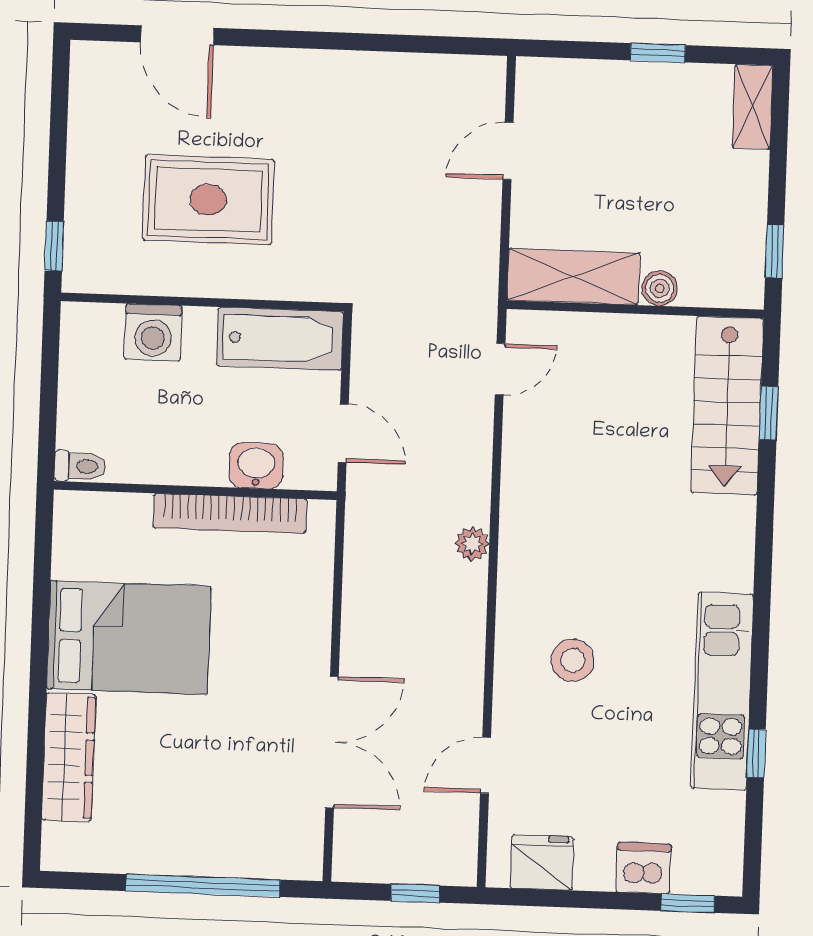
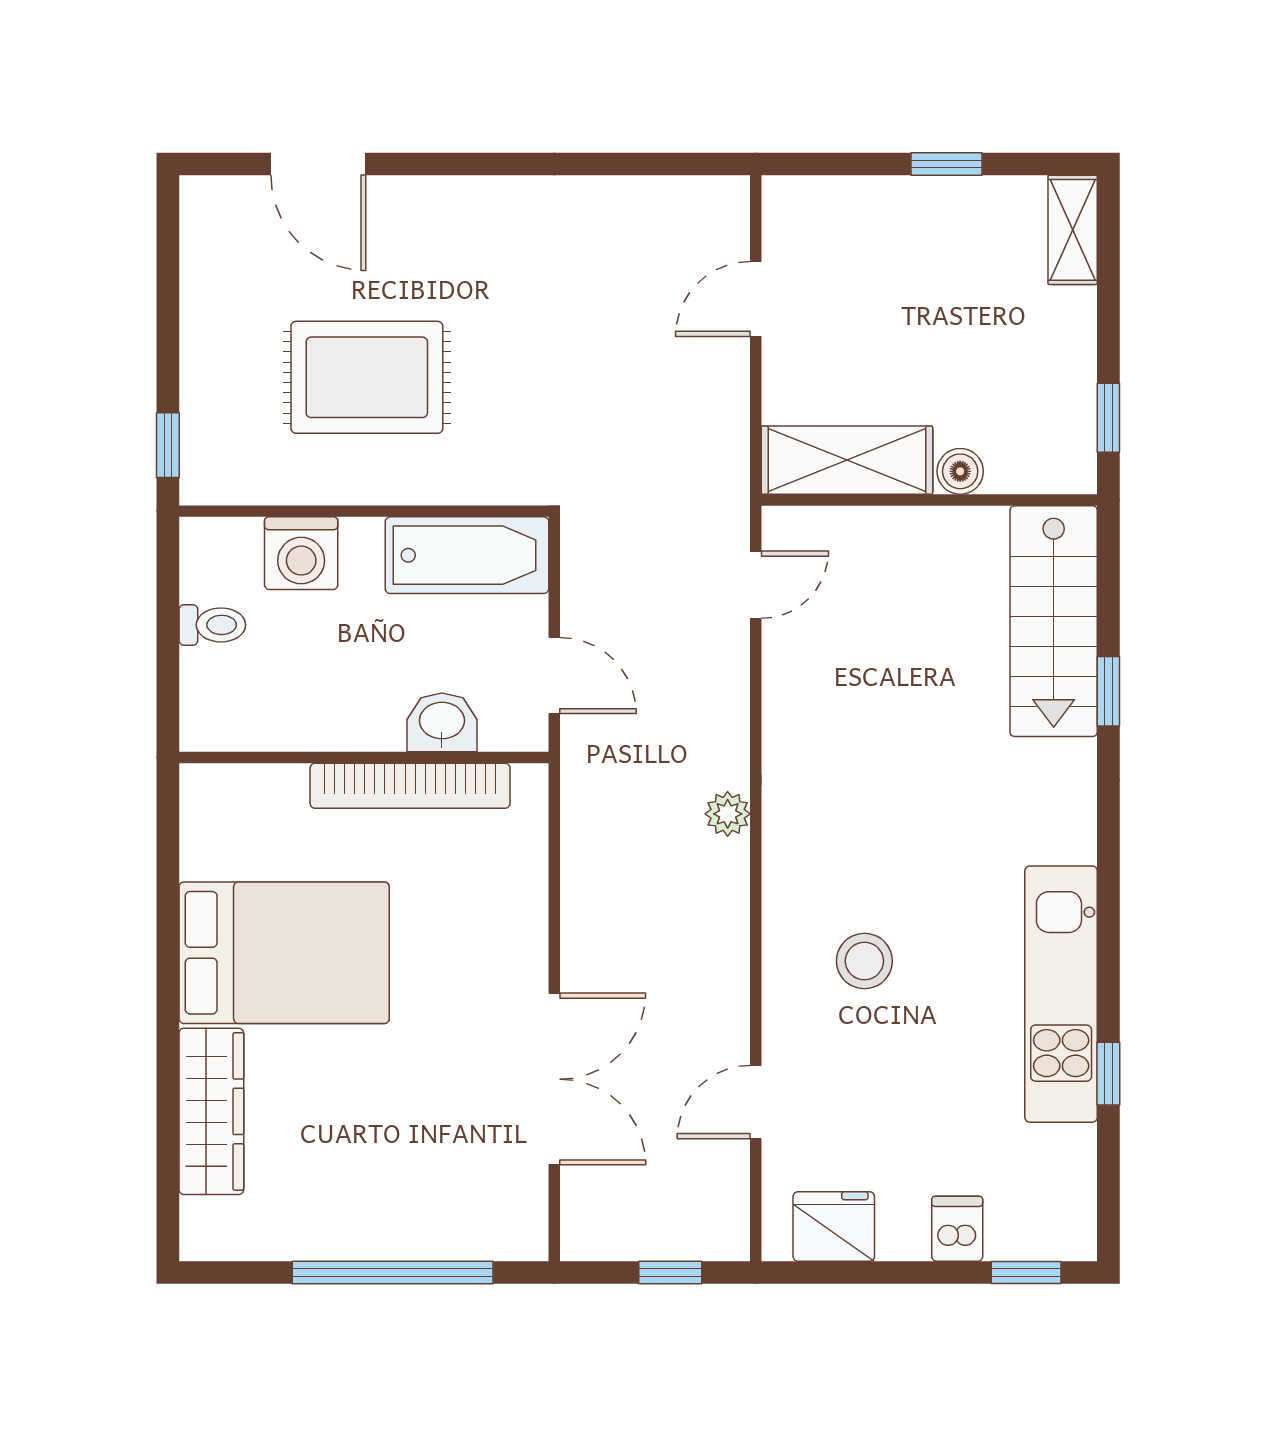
window: (769, 413) -> (1108, 691), moved
toilet: (80, 466) -> (212, 625), moved
dishwasher: (643, 868) -> (957, 1229), width x0.73

